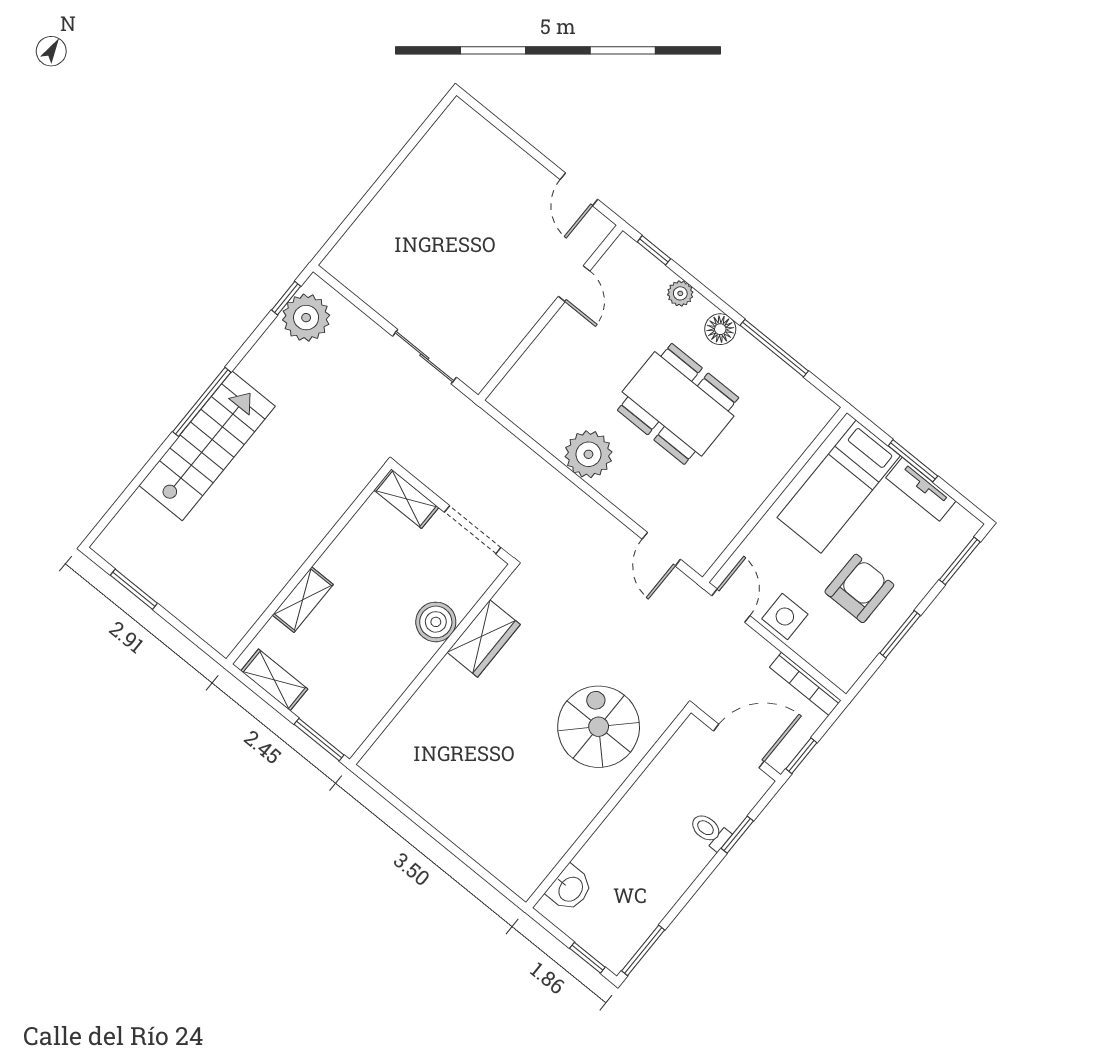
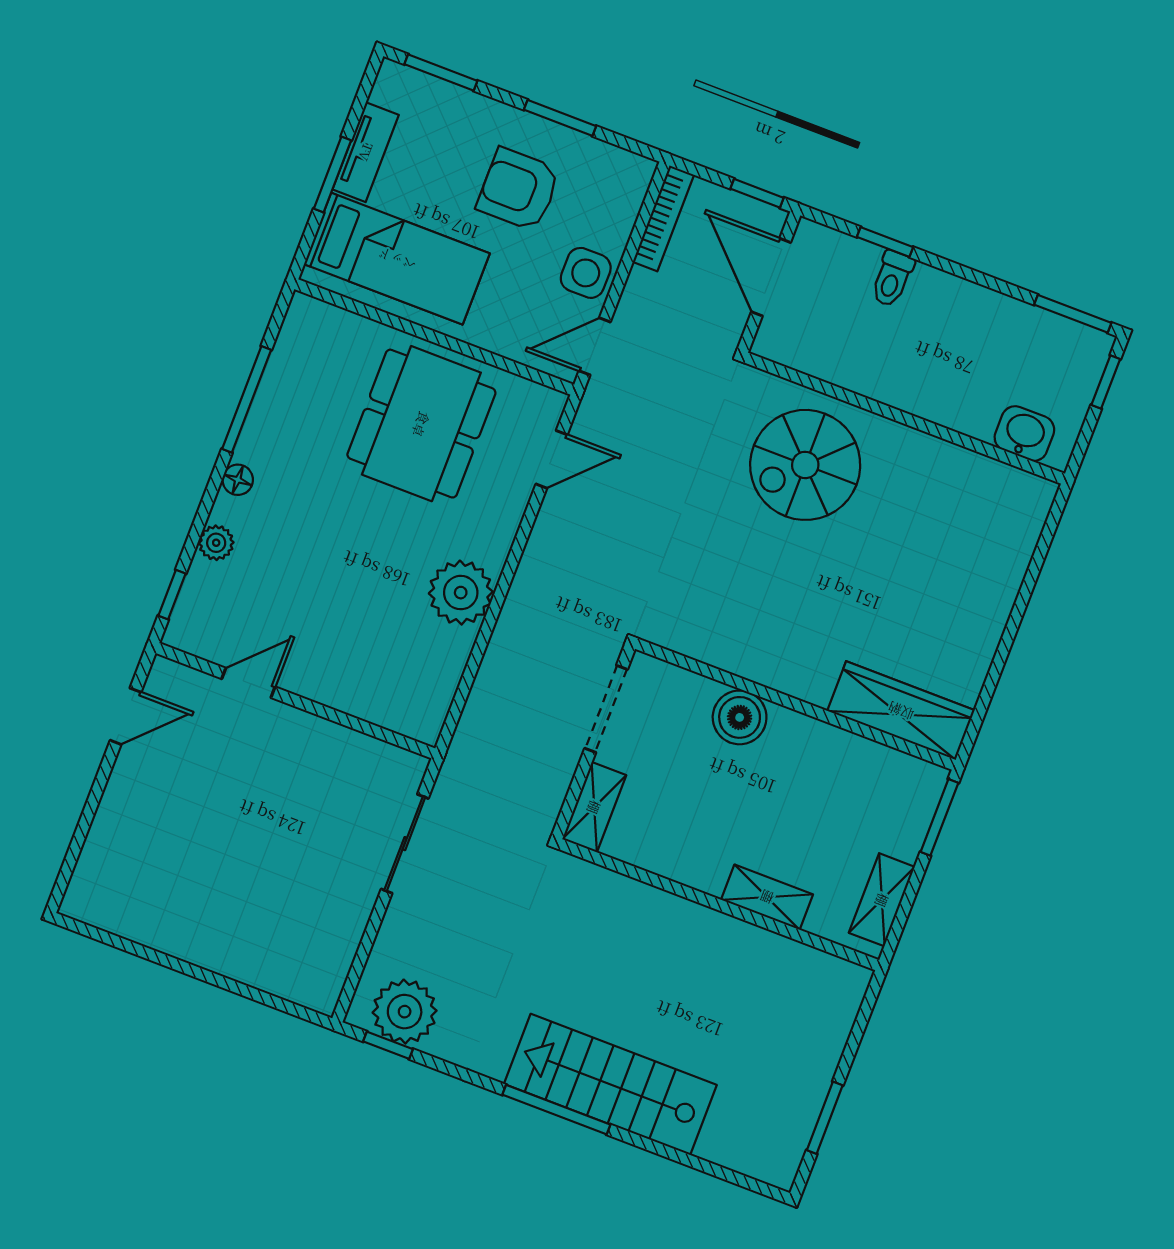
floor lamp: (720, 329) -> (238, 480), width x0.73, depth x0.73
dining table: (678, 404) -> (421, 424), moved
wardrobe: (484, 638) -> (901, 711), moved, width x1.50

